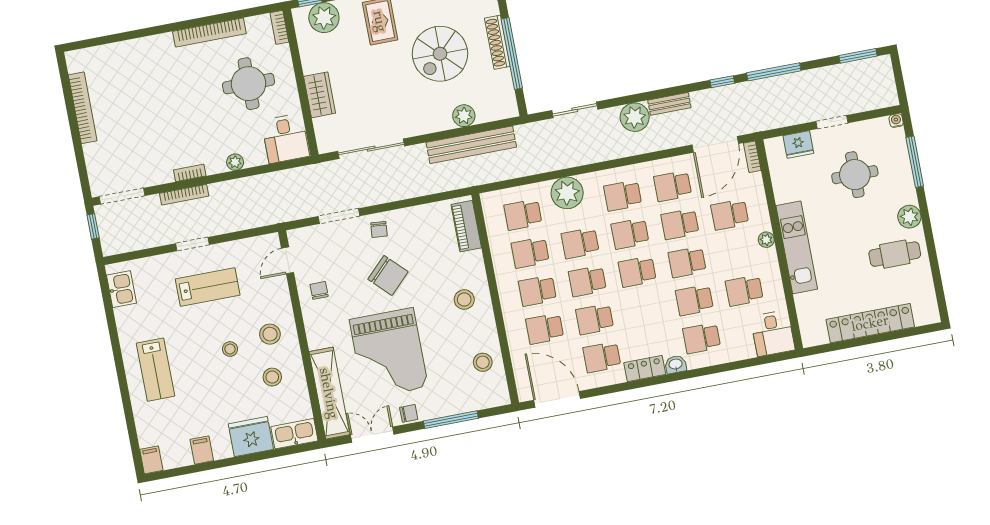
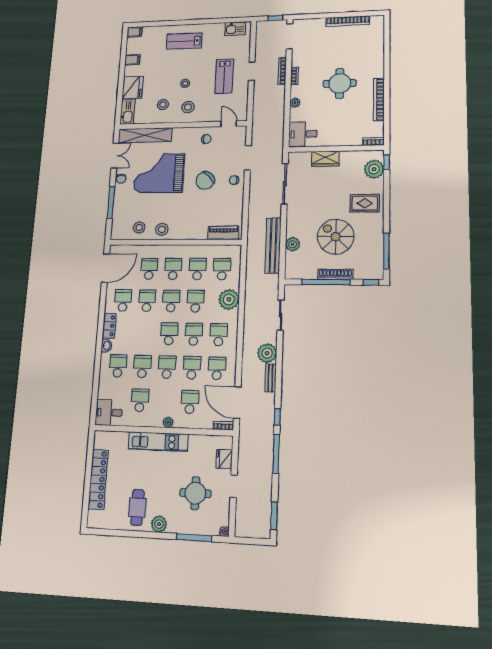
round table: (249, 84) -> (340, 83), moved
stool: (464, 299) -> (162, 229), moved

